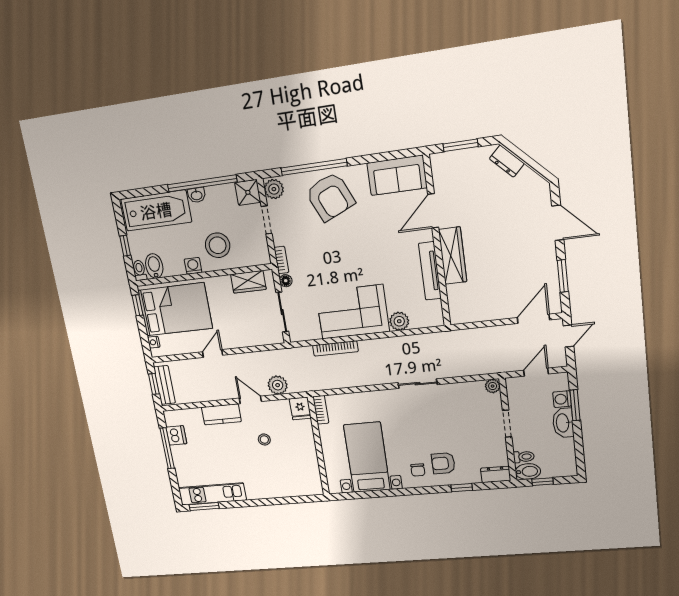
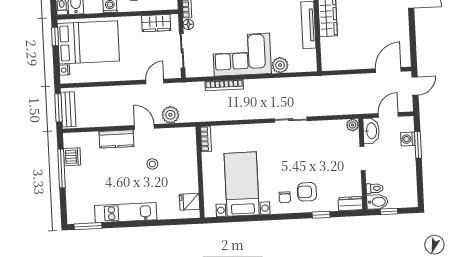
window: (563, 276) -> (413, 37), removed
door: (213, 354) -> (155, 81), moved
window: (154, 384) -> (59, 108), width x1.50
fridge: (300, 408) -> (189, 202), moved, turned 90
washbasin: (563, 423) -> (371, 131), moved, turned 180
kitchen unit: (212, 494) -> (126, 213), moved

